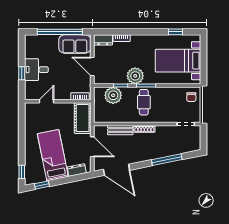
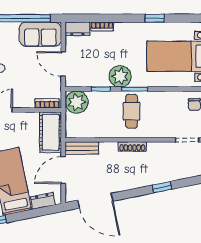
window: (175, 32) -> (155, 18), moved
plant: (113, 95) -> (77, 102), moved
bench: (120, 130) -> (82, 148), moved
door: (92, 147) -> (63, 170), swing flipped
window: (167, 160) -> (162, 187), width x0.46

